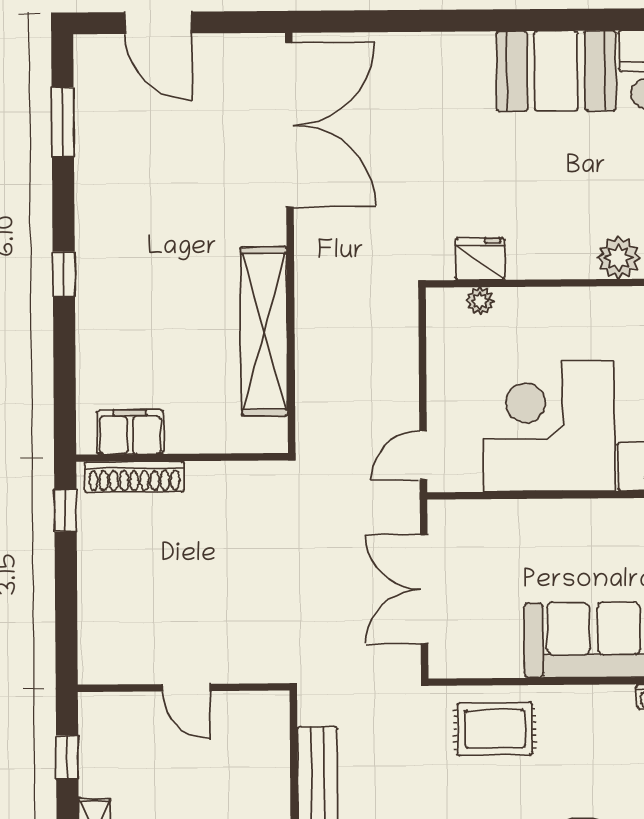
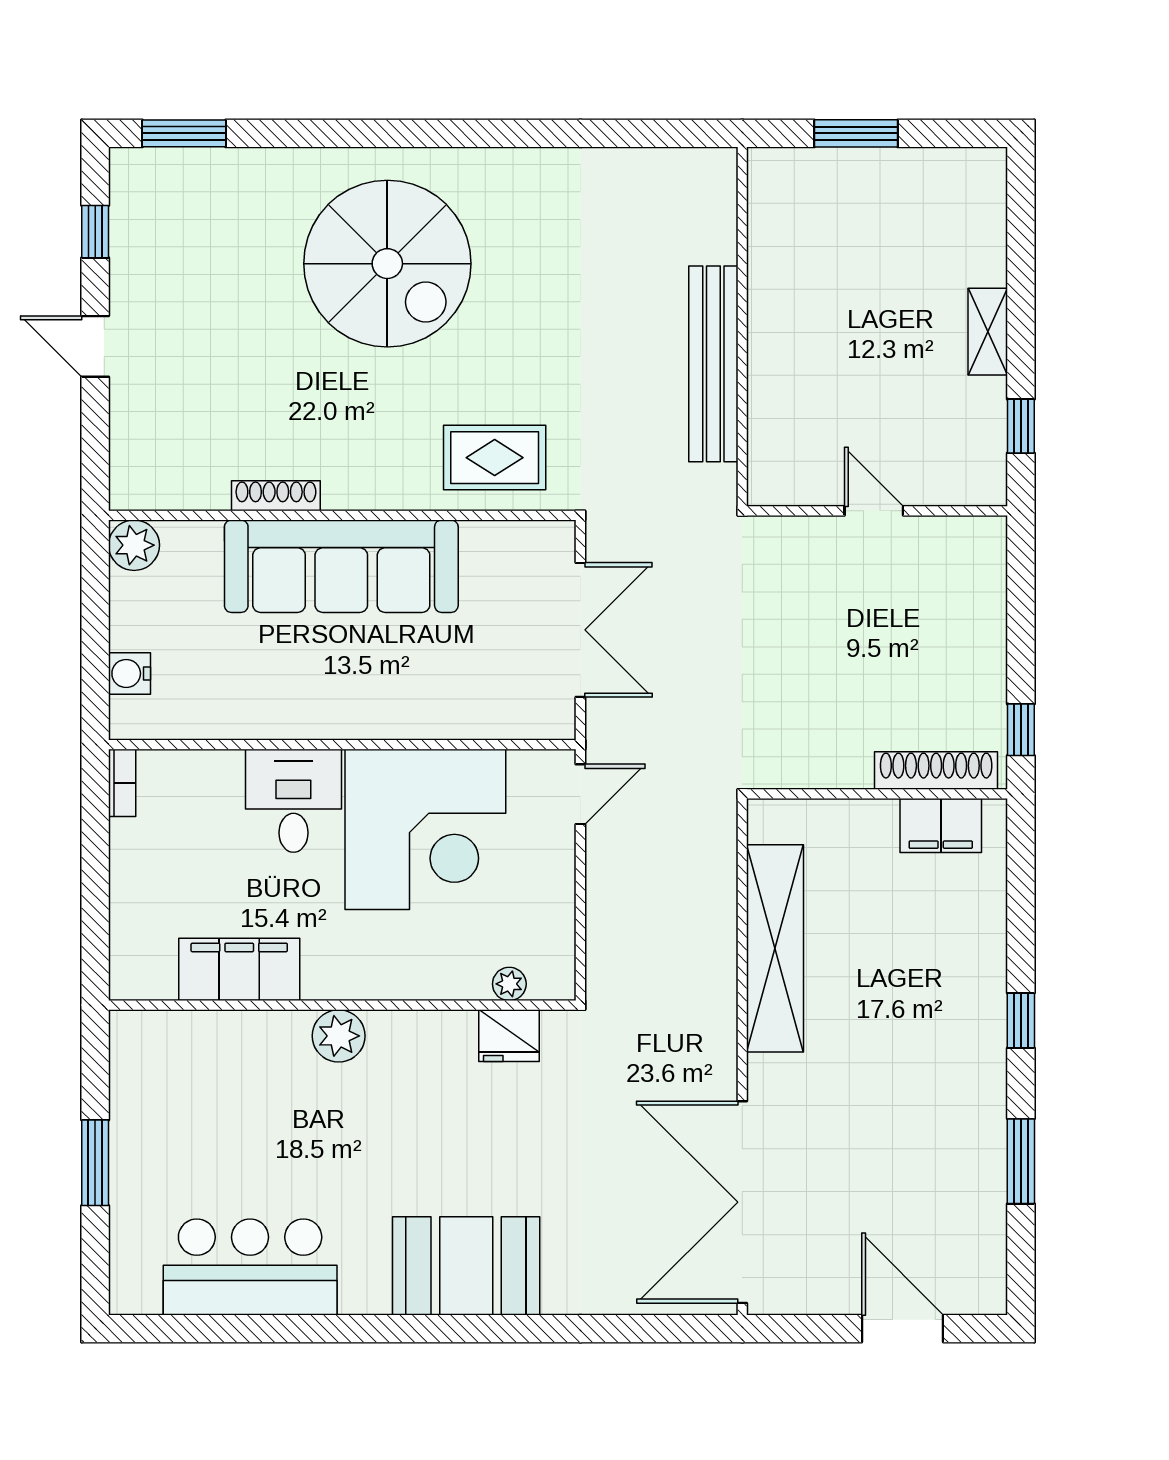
booth: (556, 71) -> (466, 1266), moved
window: (63, 122) -> (1021, 1161), moved

